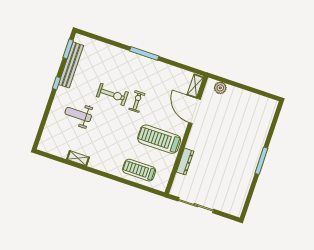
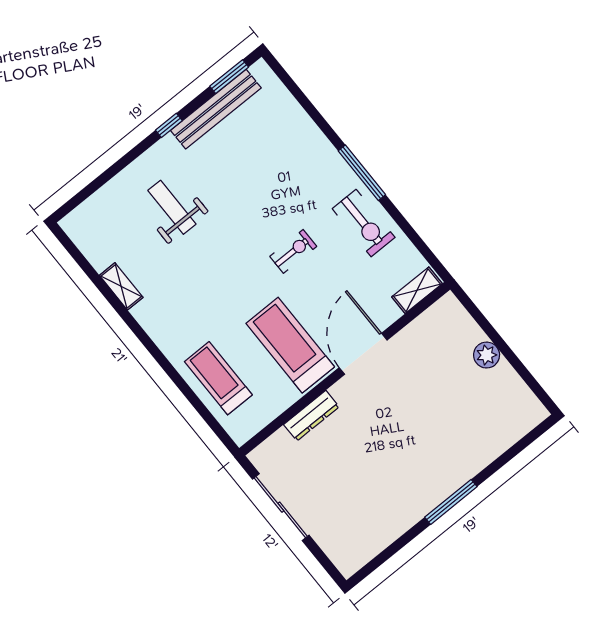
plant: (220, 88) -> (487, 355), moved
exercise bike: (112, 94) -> (364, 223), moved
door: (194, 111) -> (363, 354), moved

